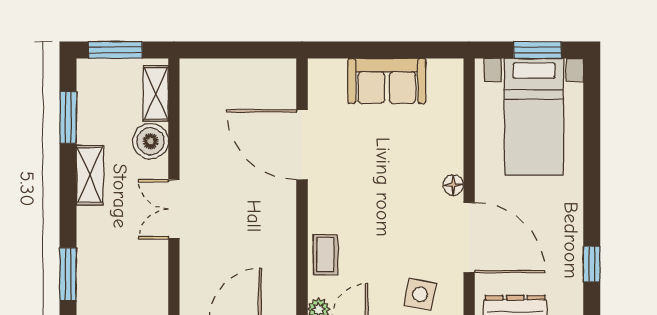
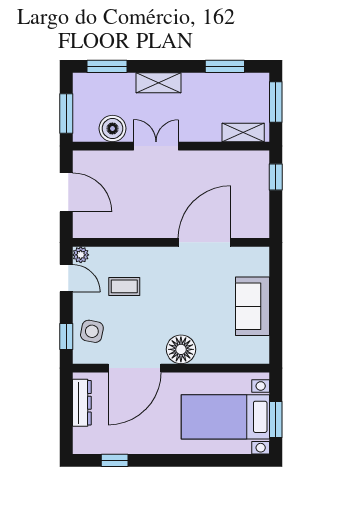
window: (215, 50) -> (276, 177), added
boiler: (151, 141) -> (112, 128), moved
shelving: (90, 175) -> (158, 83), moved
floor lamp: (453, 185) -> (181, 349), width x1.89, depth x1.89
coffee table: (326, 255) -> (124, 286), moved

